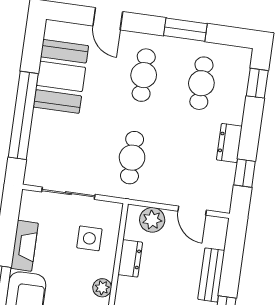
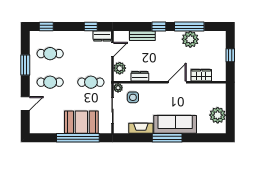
booth: (61, 76) -> (81, 122), moved
dresser: (229, 143) -> (102, 36), moved
plant: (102, 288) -> (118, 88), moved

